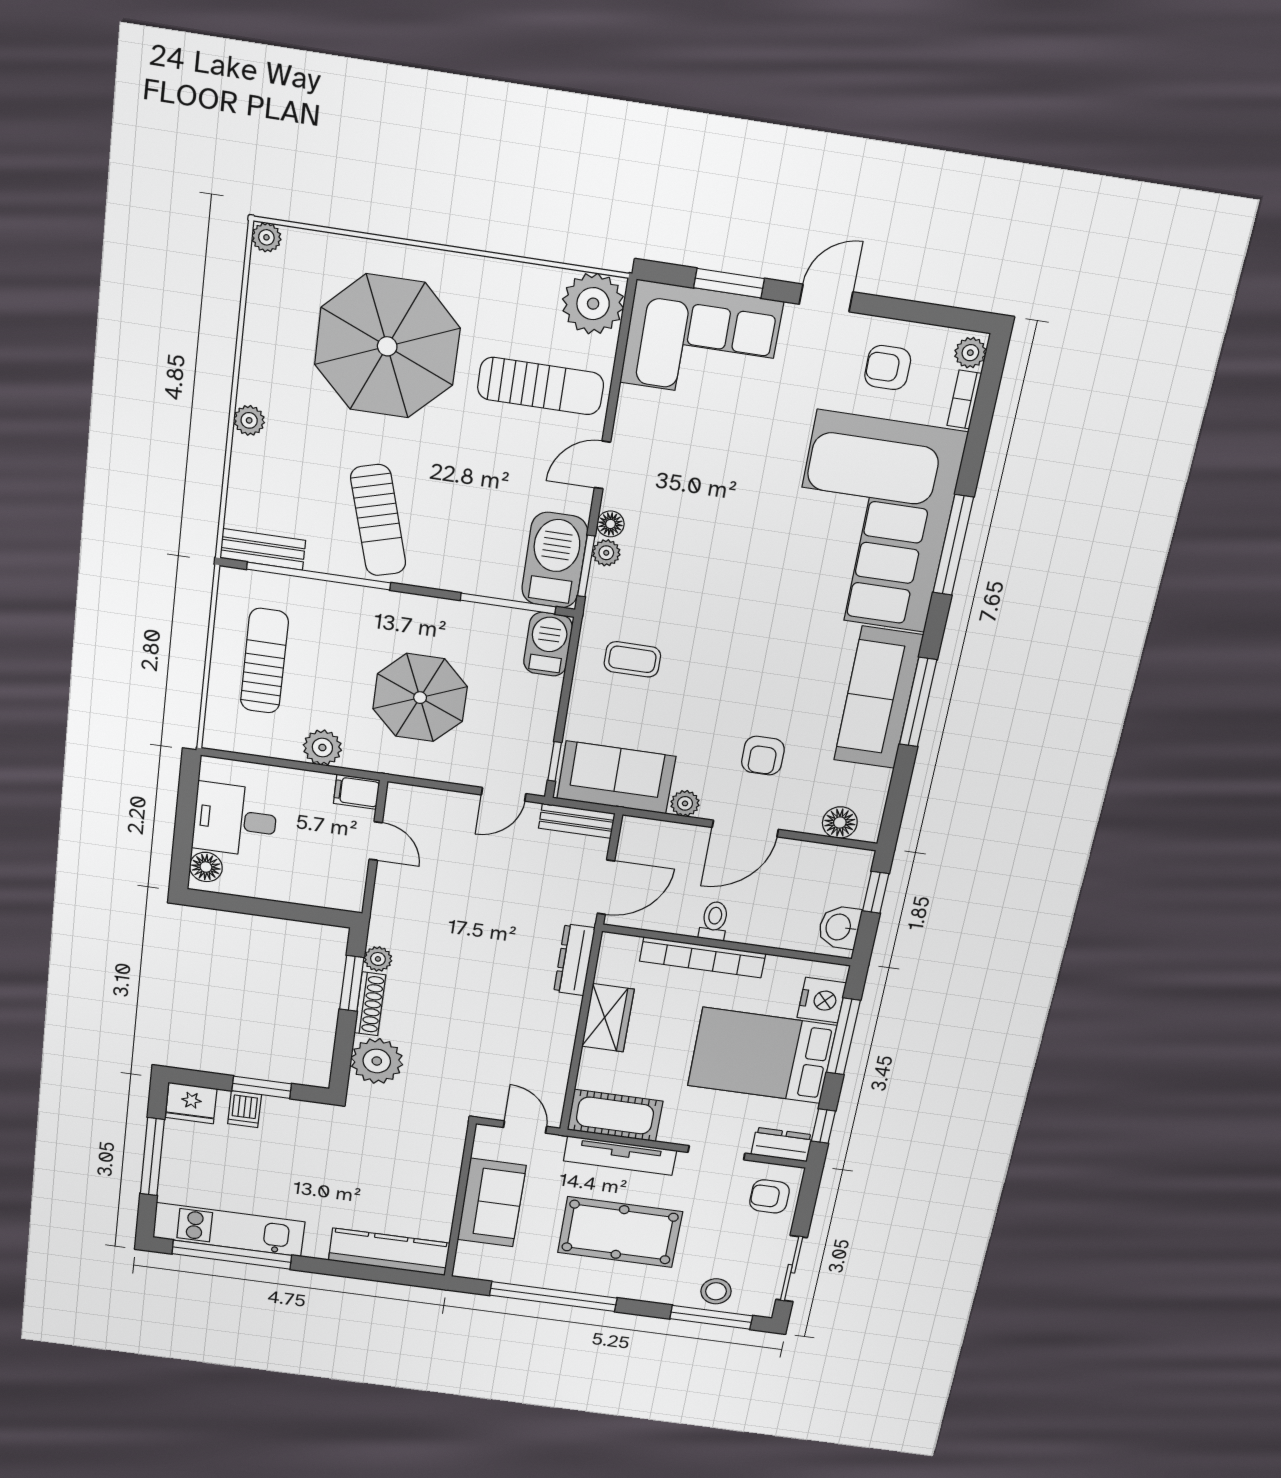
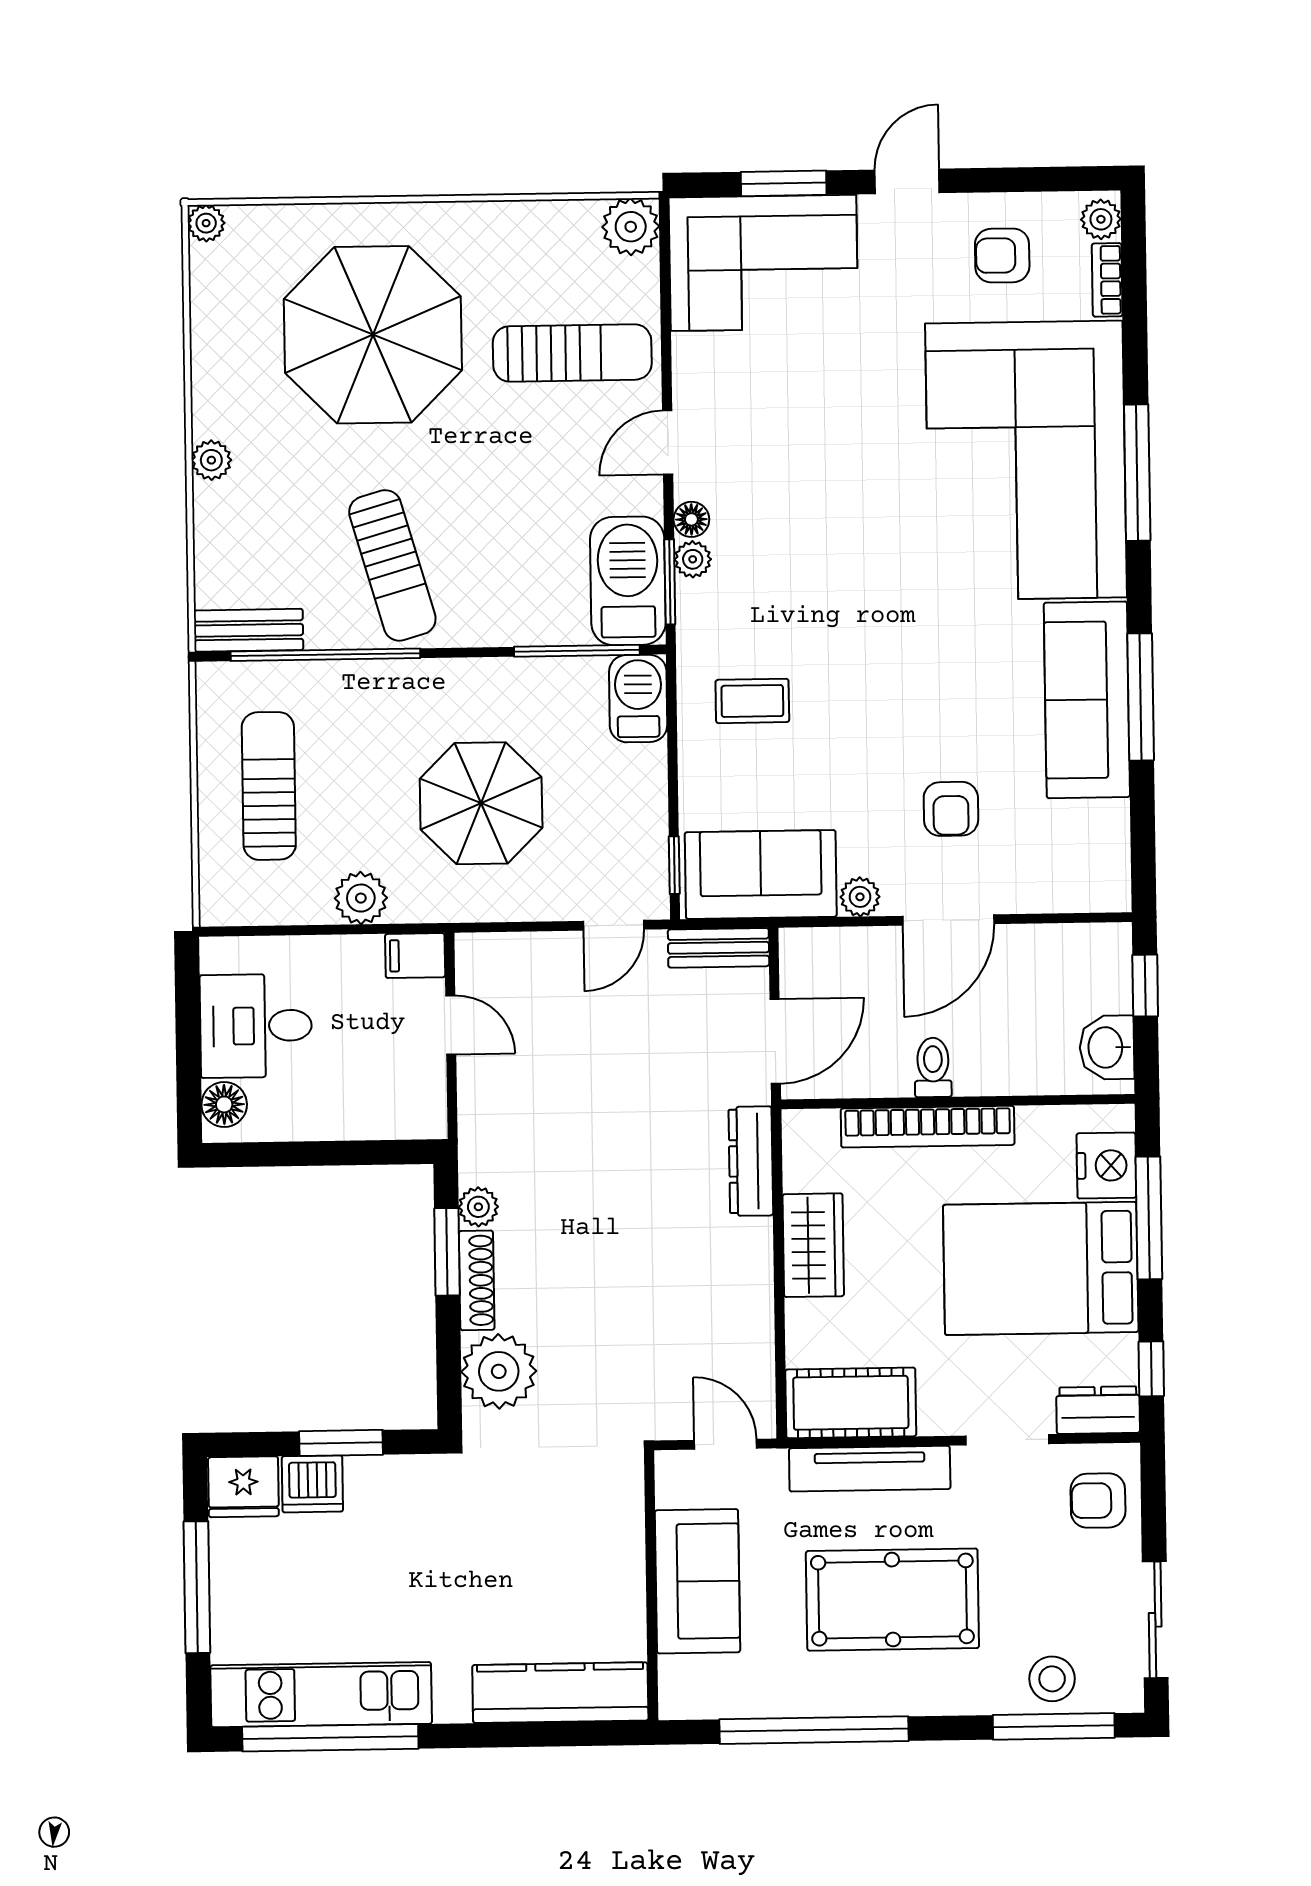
plant: (593, 304) -> (631, 227), width x0.73, depth x0.73
floor lamp: (840, 823) -> (1074, 889), removed
dishwasher: (245, 1109) -> (312, 1484), width x1.38

